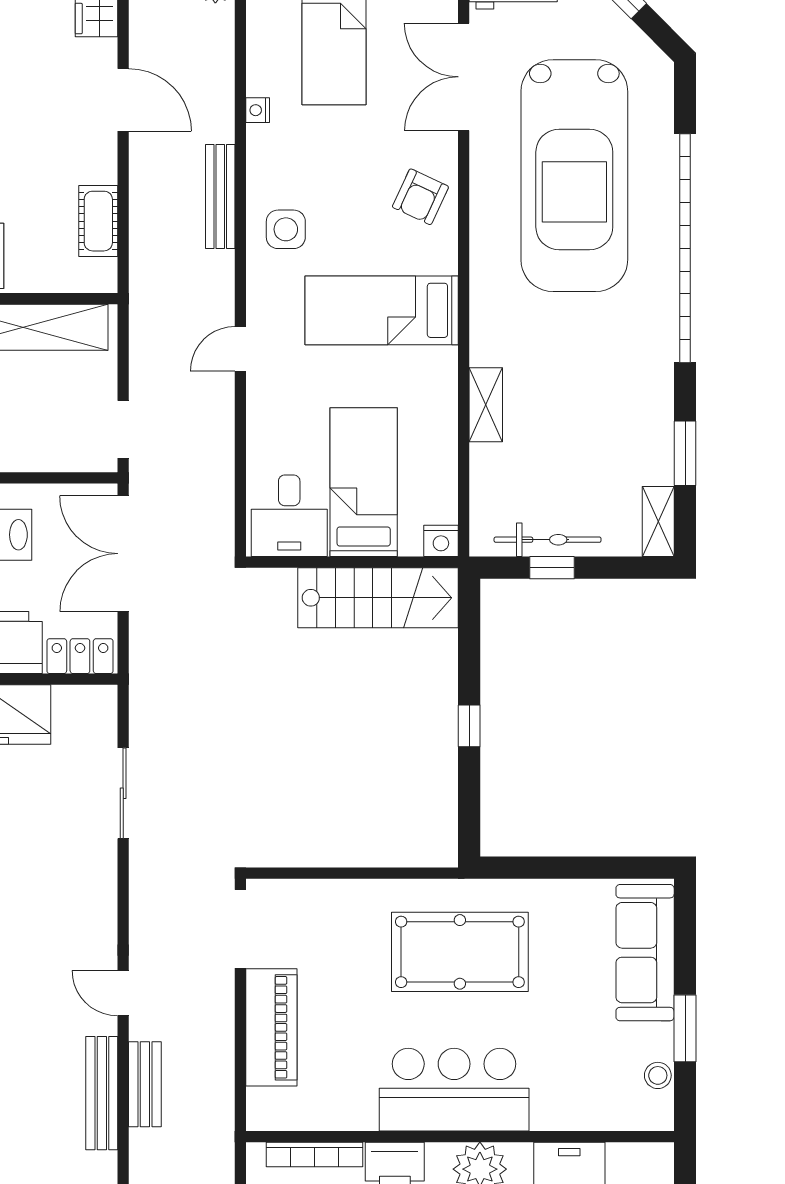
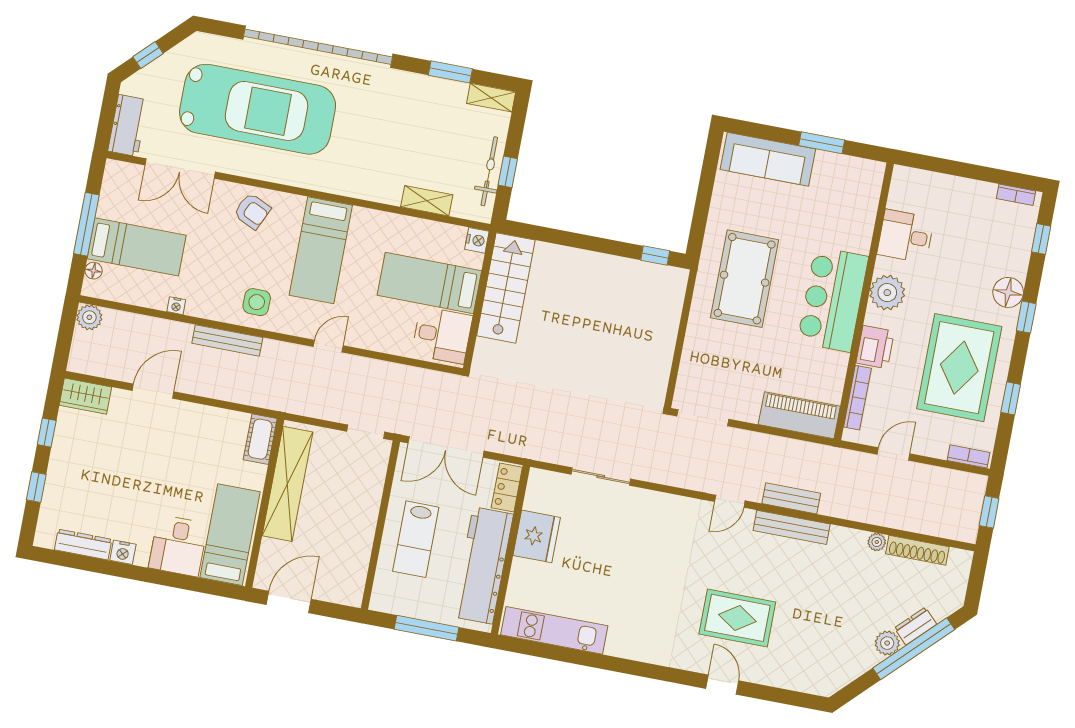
cot: (98, 221) -> (260, 439), moved, turned 90
door: (240, 349) -> (328, 346), swing flipped
shelving: (486, 405) -> (427, 201), moved
window: (469, 726) -> (655, 256), moved
piano: (271, 1027) -> (799, 415), moved
stool: (658, 1075) -> (849, 166), removed

